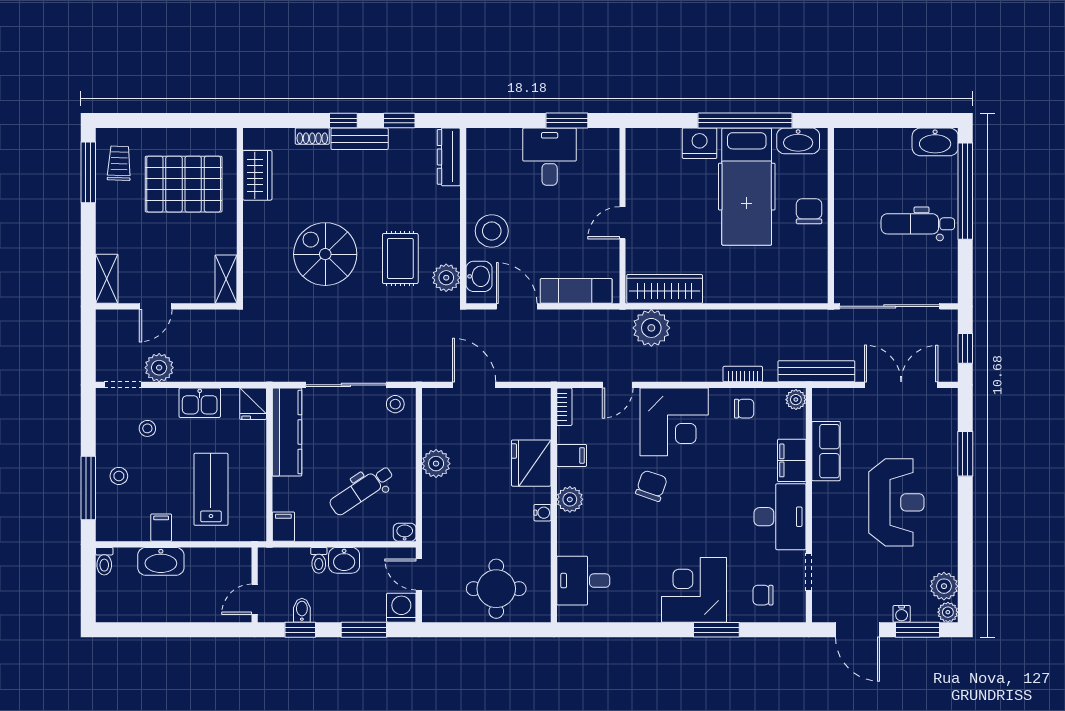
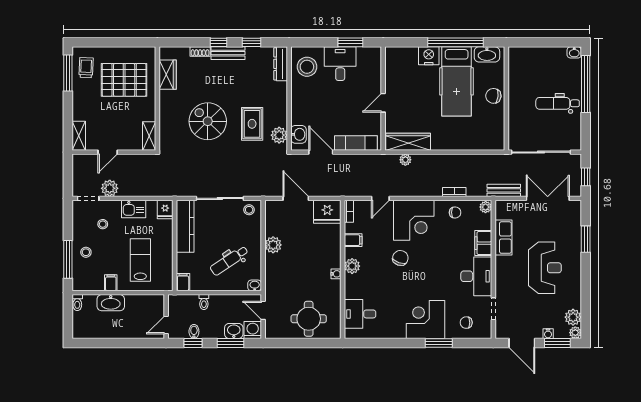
washbasin: (935, 142) -> (574, 52), width x0.52, depth x0.69
chair: (809, 211) -> (493, 96), turned -84
stool: (492, 231) -> (307, 67), moved
plant: (651, 328) -> (405, 160), width x0.53, depth x0.53
bench: (816, 371) -> (504, 190), width x0.73
fridge: (531, 463) -> (327, 212), moved, turned -90
washbasin: (344, 560) -> (234, 331), moved, turned 180

